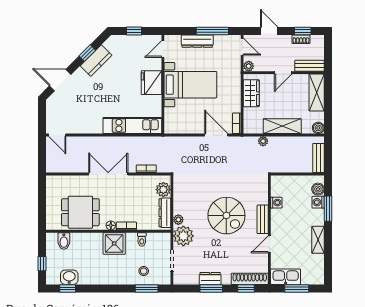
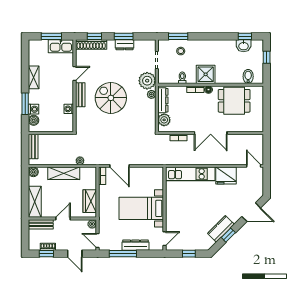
fridge: (151, 83) -> (226, 176), moved, turned 90

